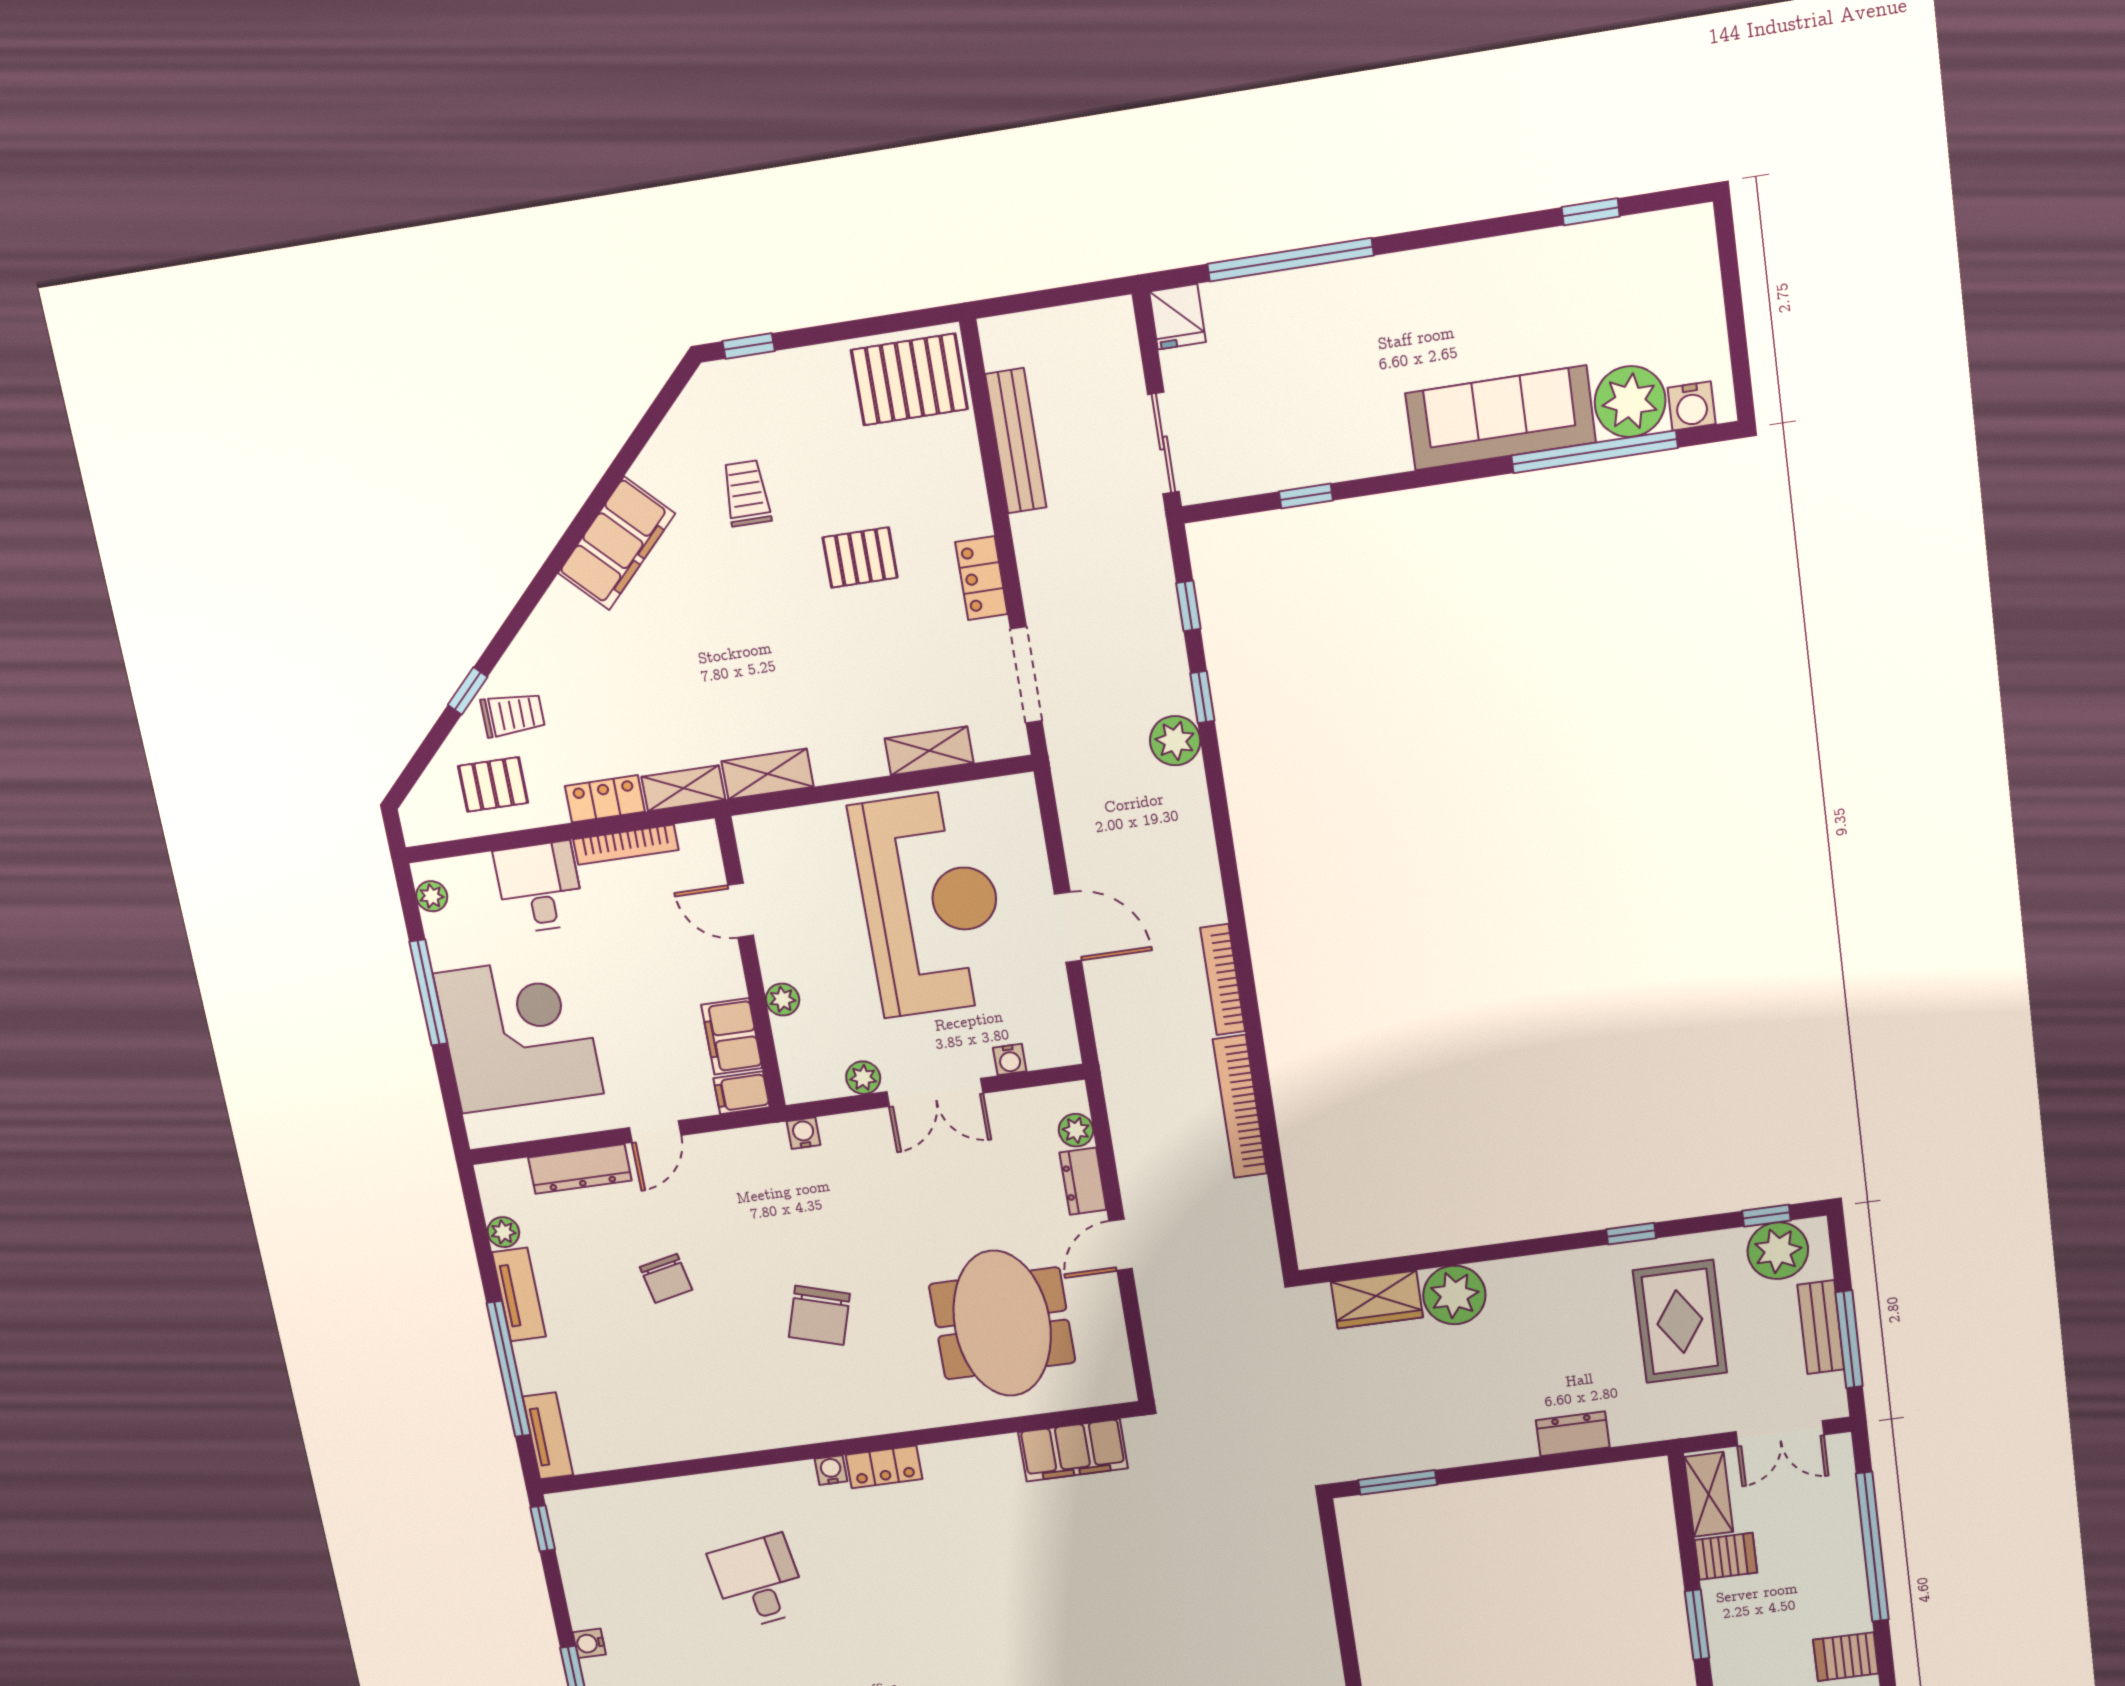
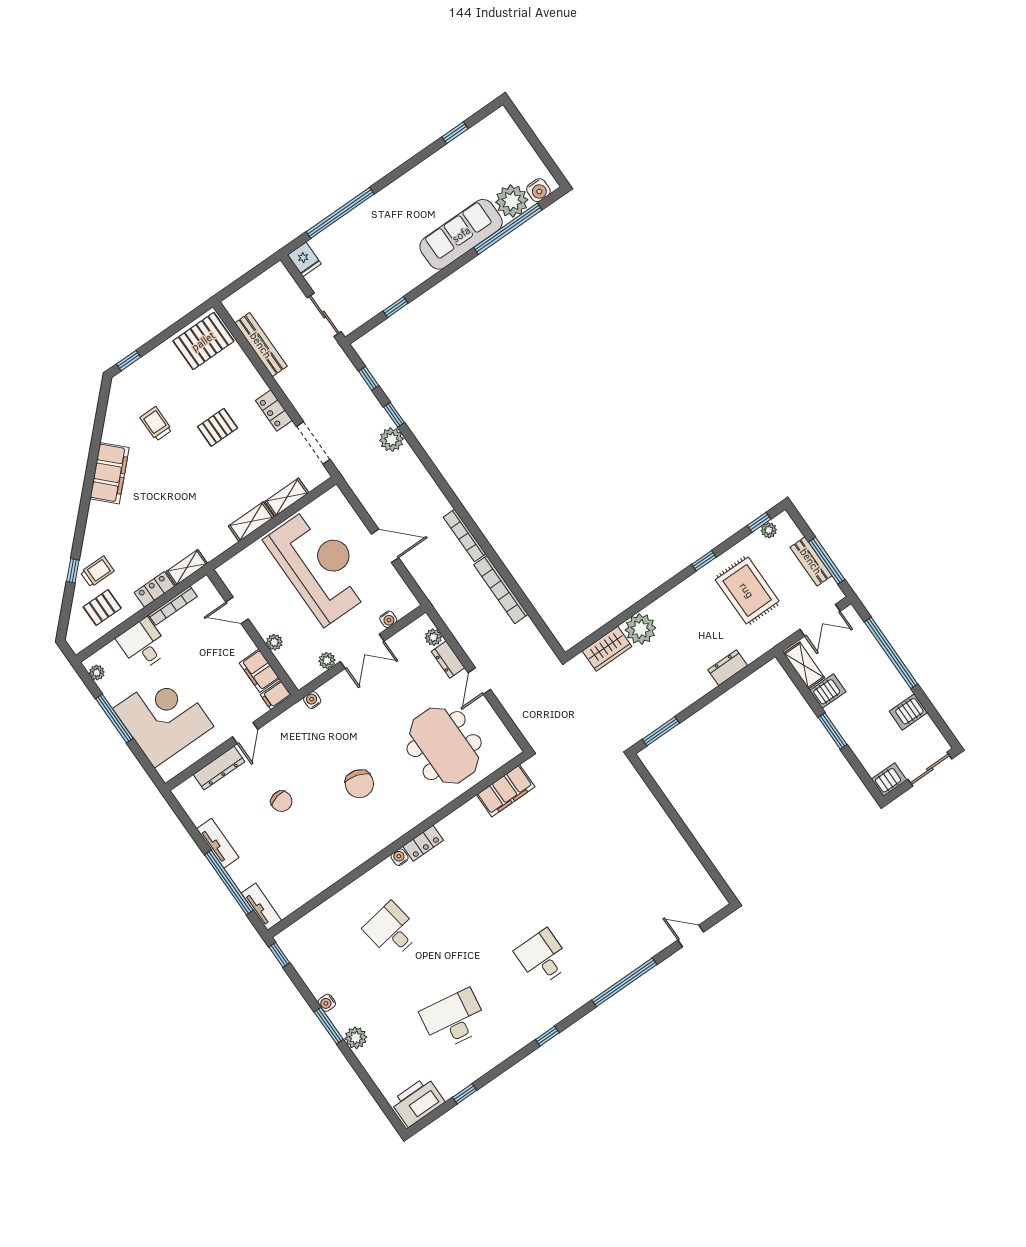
shelving: (768, 774) -> (251, 522), moved
plant: (503, 1232) -> (197, 816), removed
plant: (1778, 1251) -> (769, 530), width x0.53, depth x0.53

